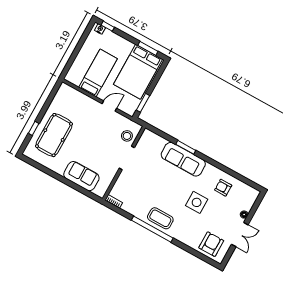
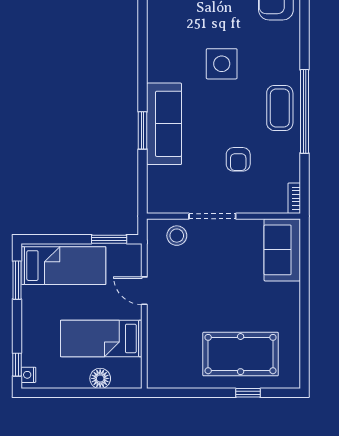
floor lamp: (79, 62) -> (100, 378), added
bed: (138, 72) -> (63, 266), width x0.67
sofa: (81, 176) -> (282, 250), moved
armchair: (223, 188) -> (238, 159), moved

